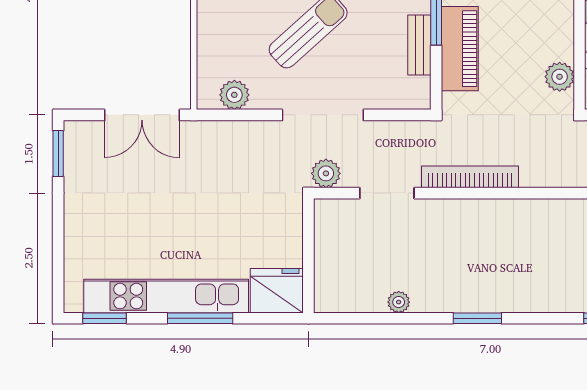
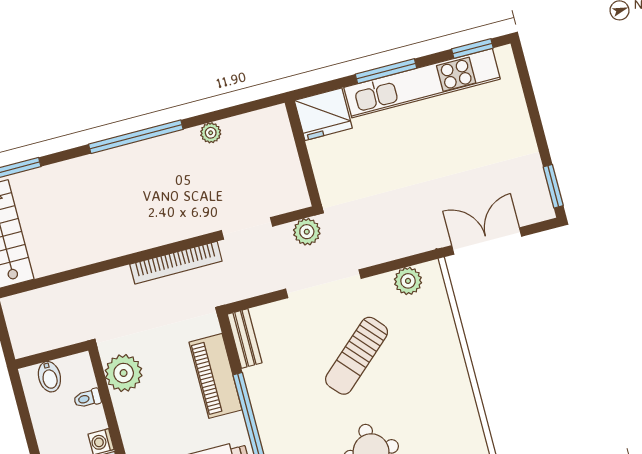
bench: (419, 45) -> (245, 338), moved
plant: (560, 77) -> (124, 373), width x1.36, depth x1.36
window: (477, 318) -> (136, 137), width x2.11

